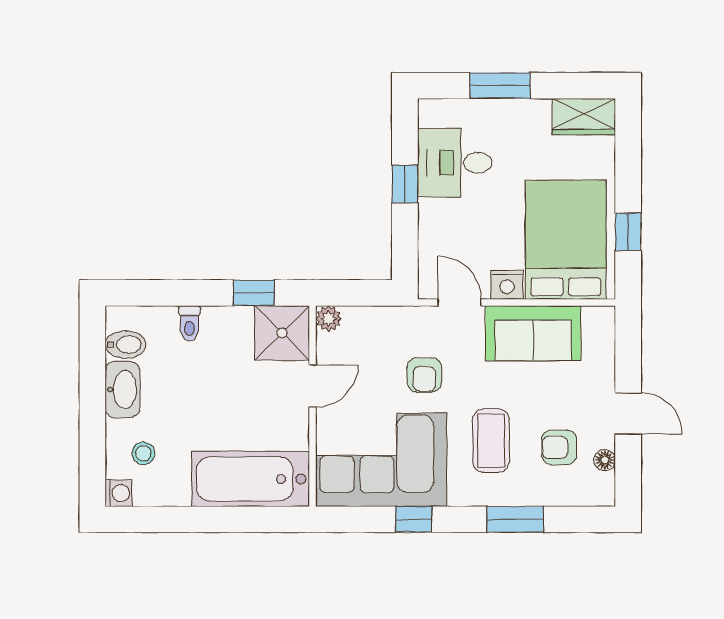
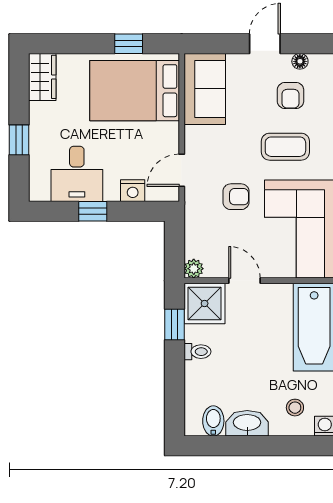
window: (500, 86) -> (19, 140), width x0.67
nightstand: (507, 285) -> (133, 191), moved, turned 90
toilet: (189, 323) -> (197, 352), moved
sofa: (533, 333) -> (205, 89), moved

